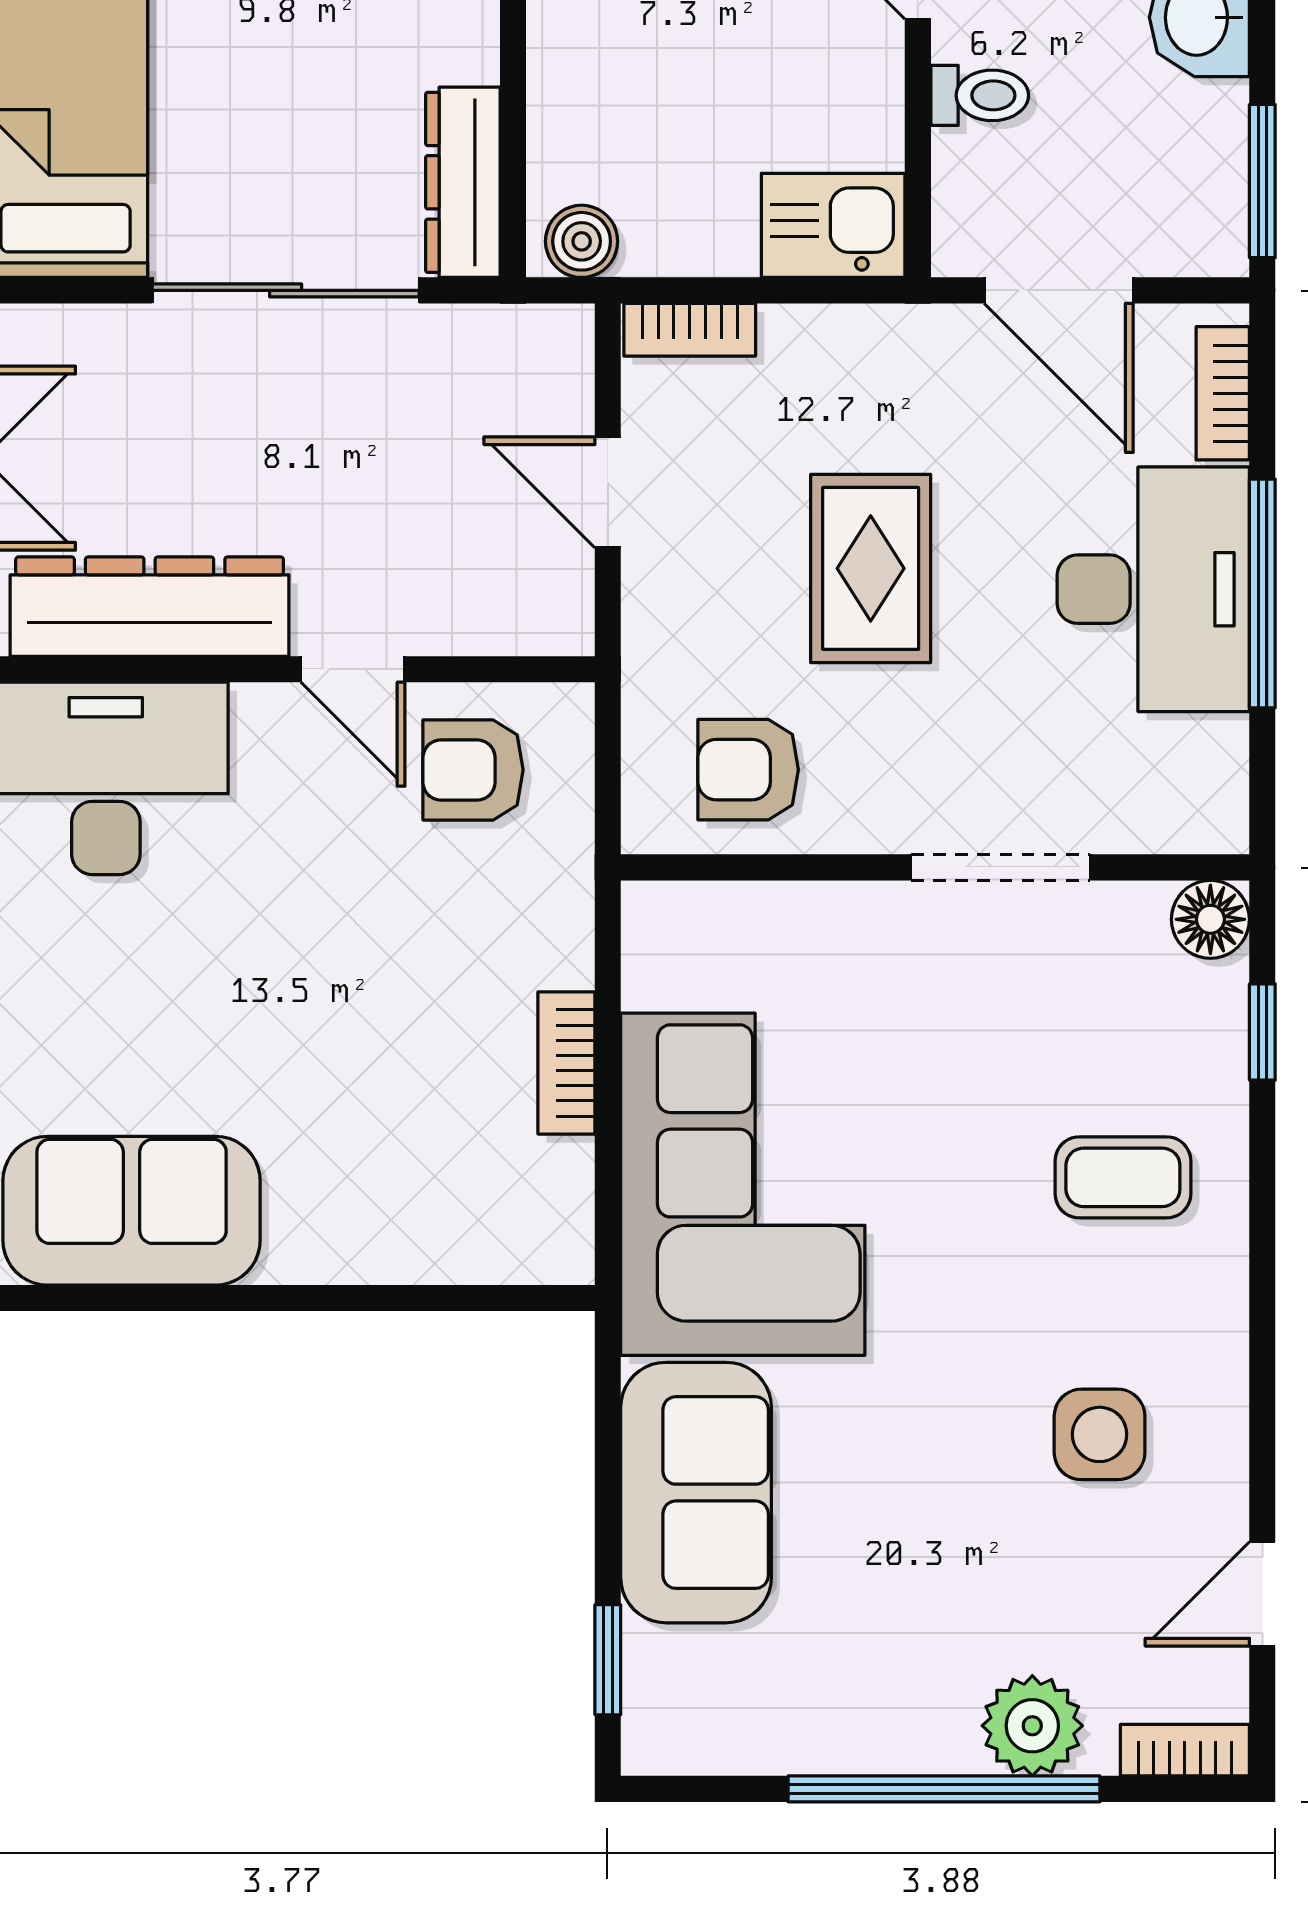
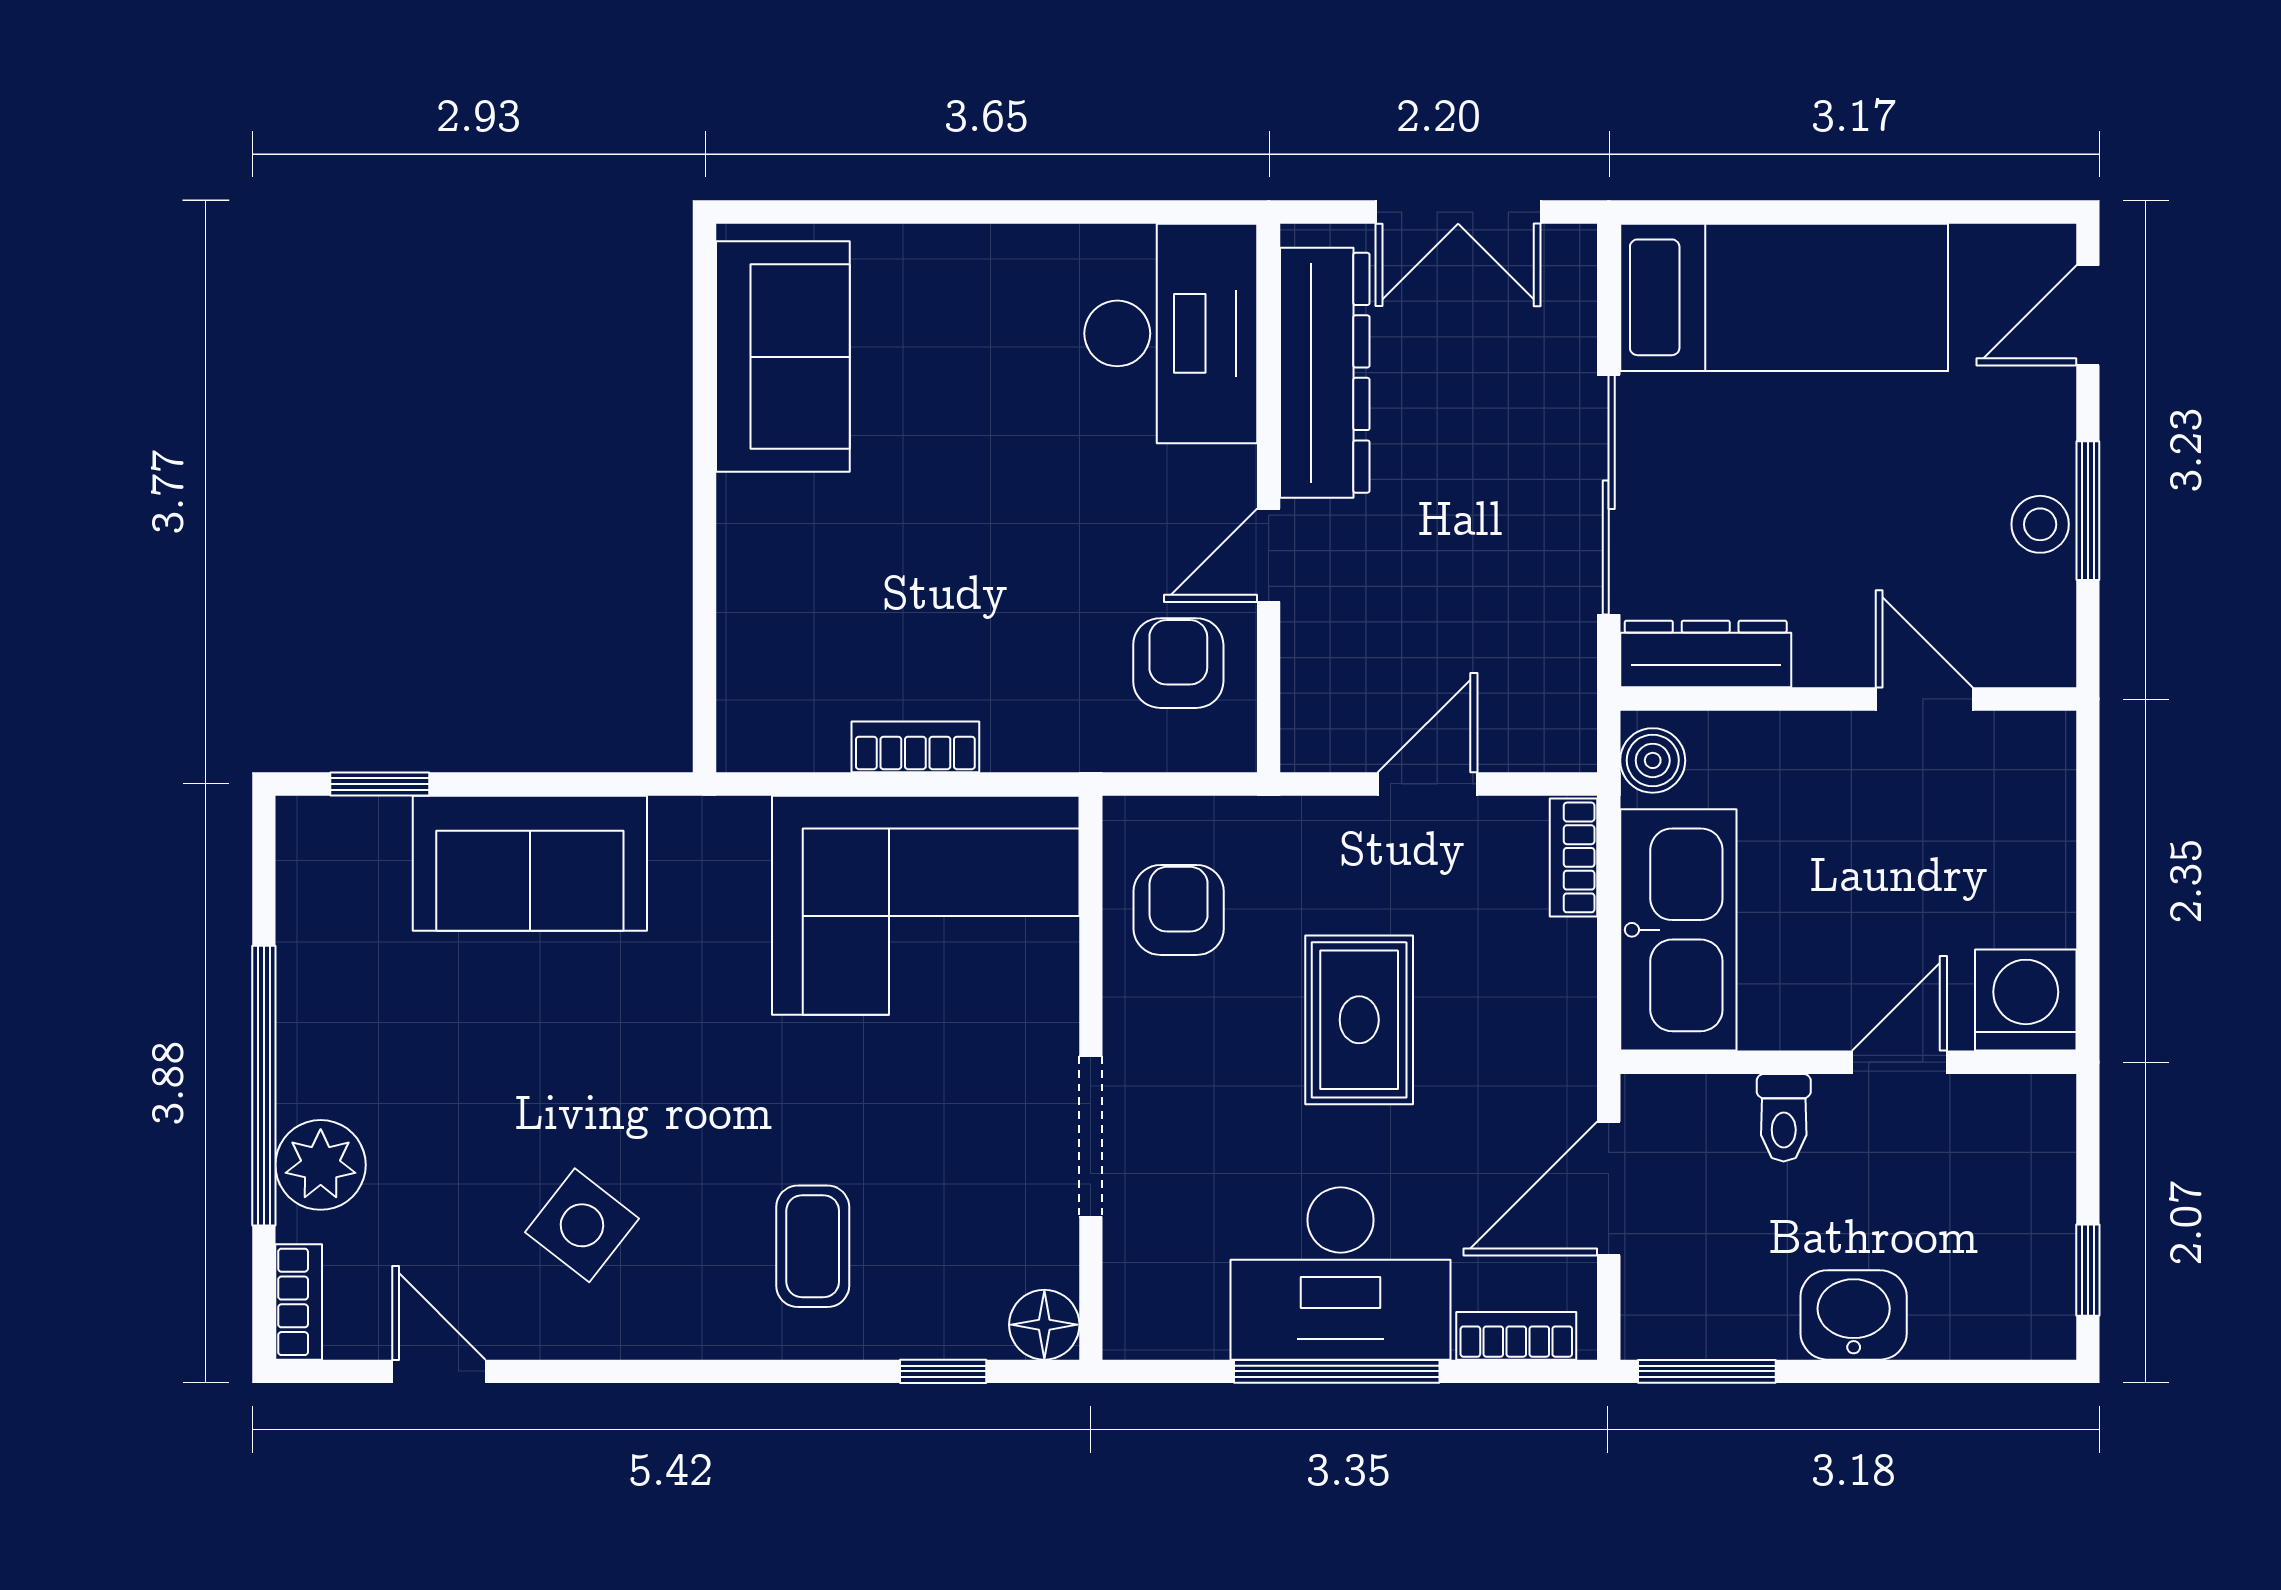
kitchen sink: (833, 225) -> (1678, 930), width x1.87, depth x1.24
rug: (871, 568) -> (1359, 1020), turned 90
corner sofa: (743, 1184) -> (926, 905), moved
side table: (1100, 1434) -> (582, 1225), turned 38

